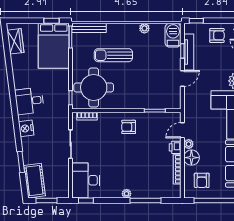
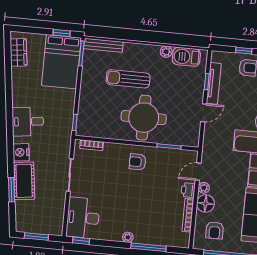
window: (196, 21) -> (244, 51), moved
barbecue: (173, 35) -> (186, 57), moved, turned -90
round table: (94, 87) -> (144, 118), moved
cot: (35, 181) -> (24, 181), moved

